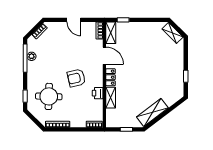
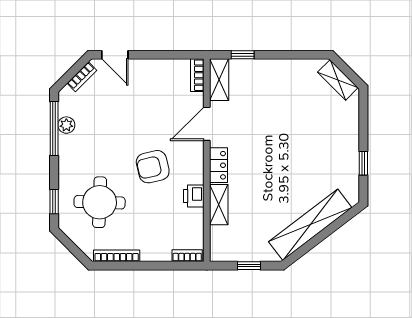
door: (74, 20) -> (115, 55), moved
door: (104, 56) -> (207, 124), swing flipped
shelving: (152, 112) -> (310, 225), width x1.47

